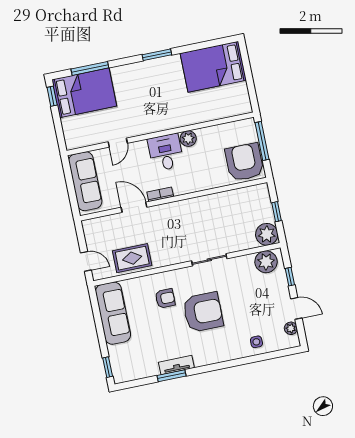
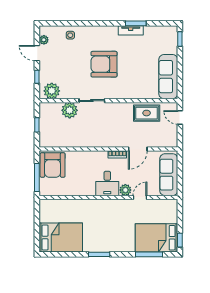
plant: (188, 139) -> (125, 190), moved
door: (134, 207) -> (138, 149), hinge flipped
plant: (267, 234) -> (70, 110), moved
armchair: (165, 298) -> (129, 80), removed

